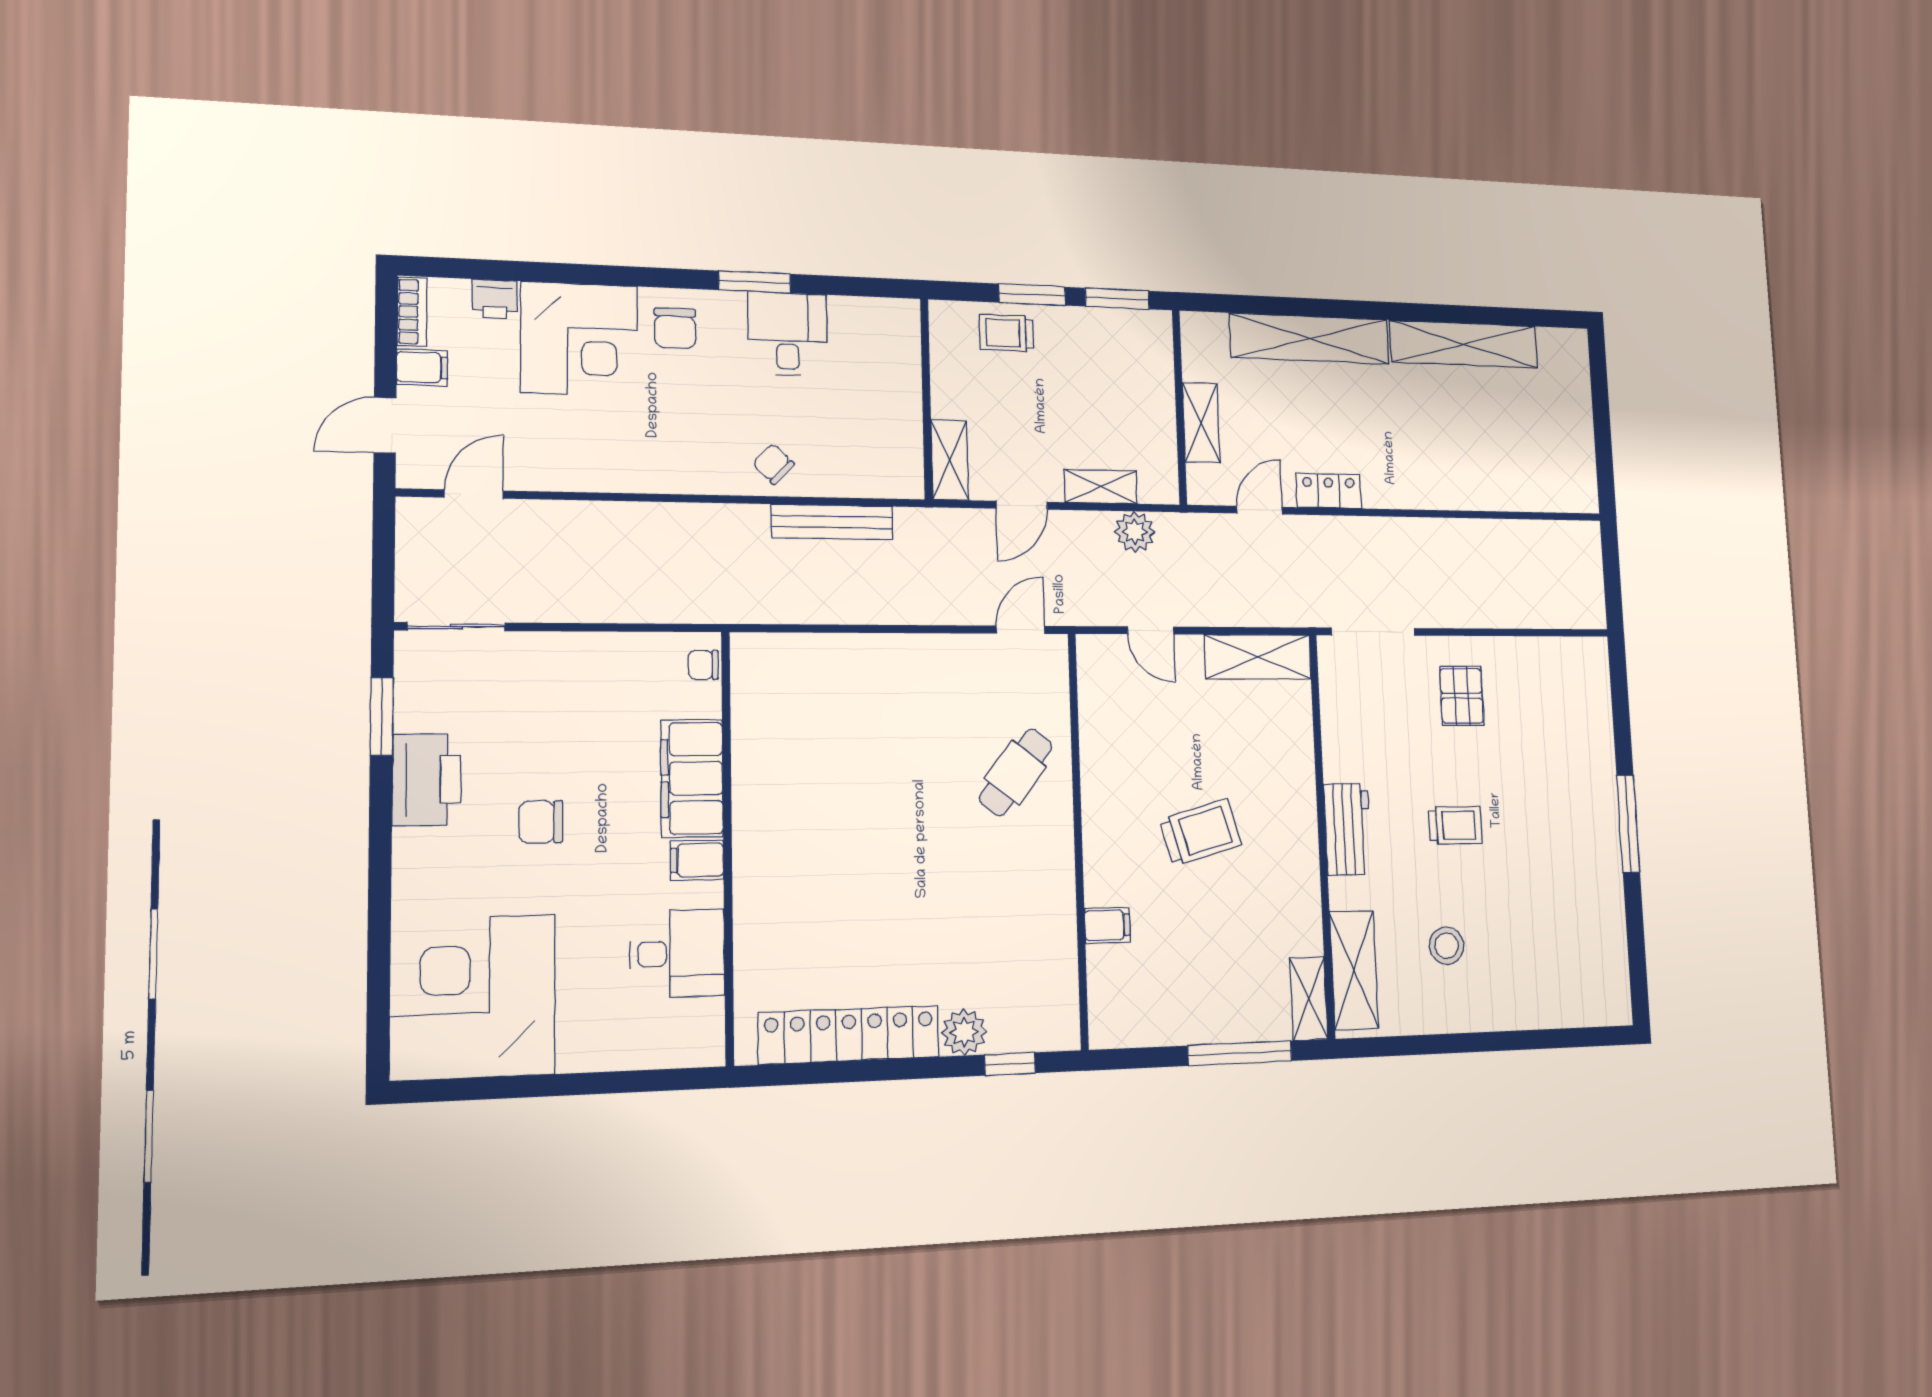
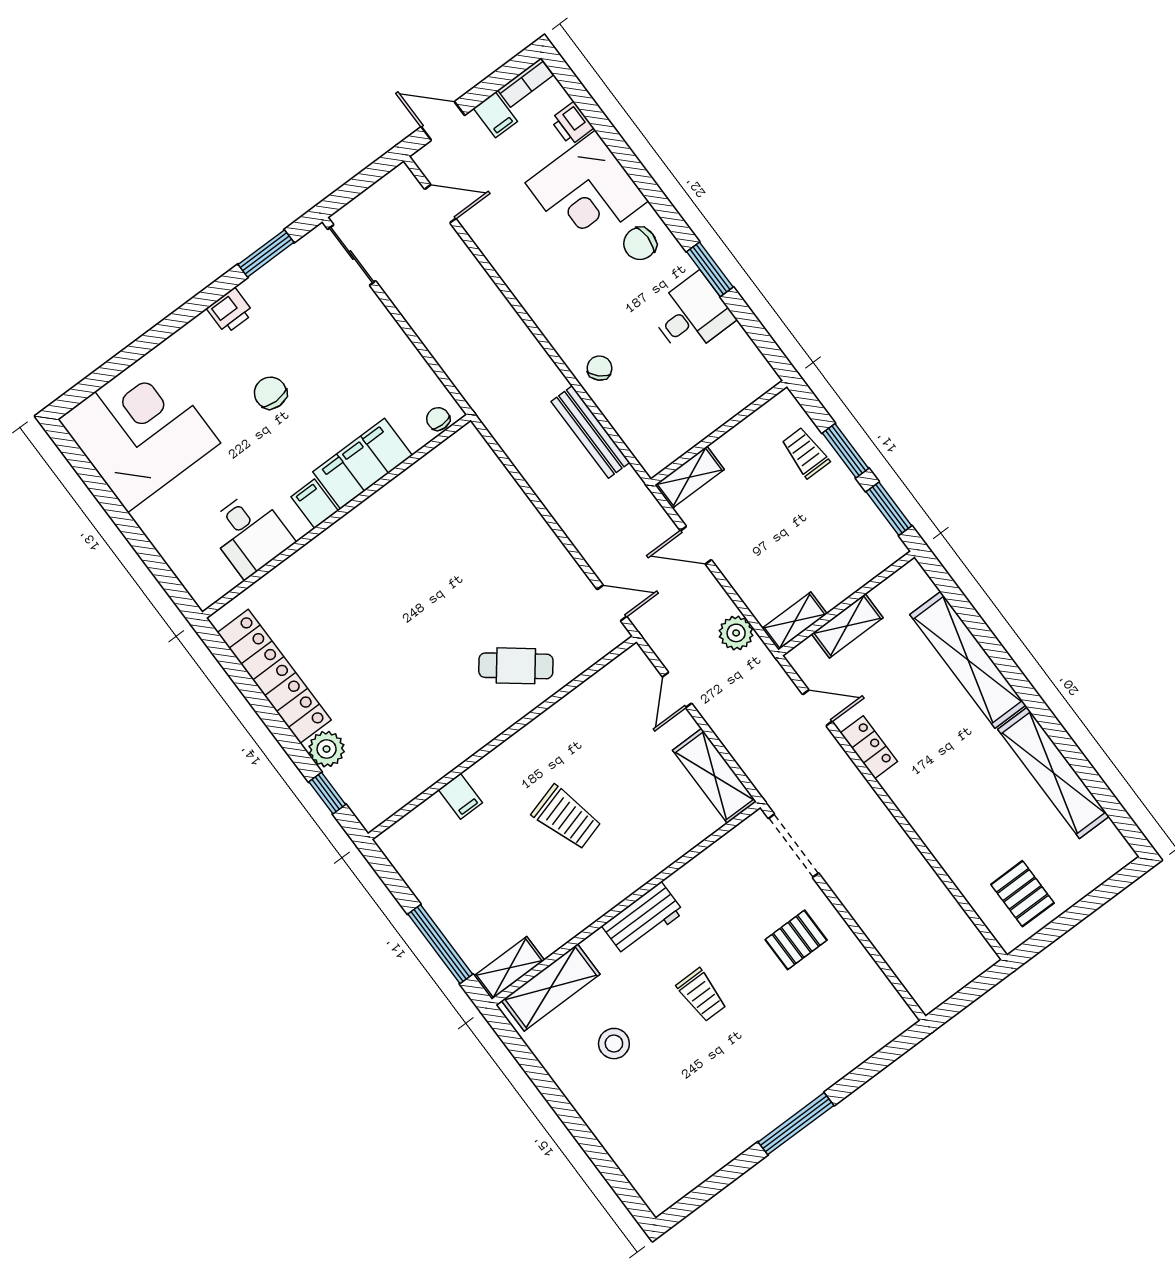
pallet: (1553, 456) -> (1022, 894), added
shelving: (1101, 487) -> (795, 621), moved, turned 90
printer: (427, 780) -> (230, 311), width x0.53, depth x0.68

